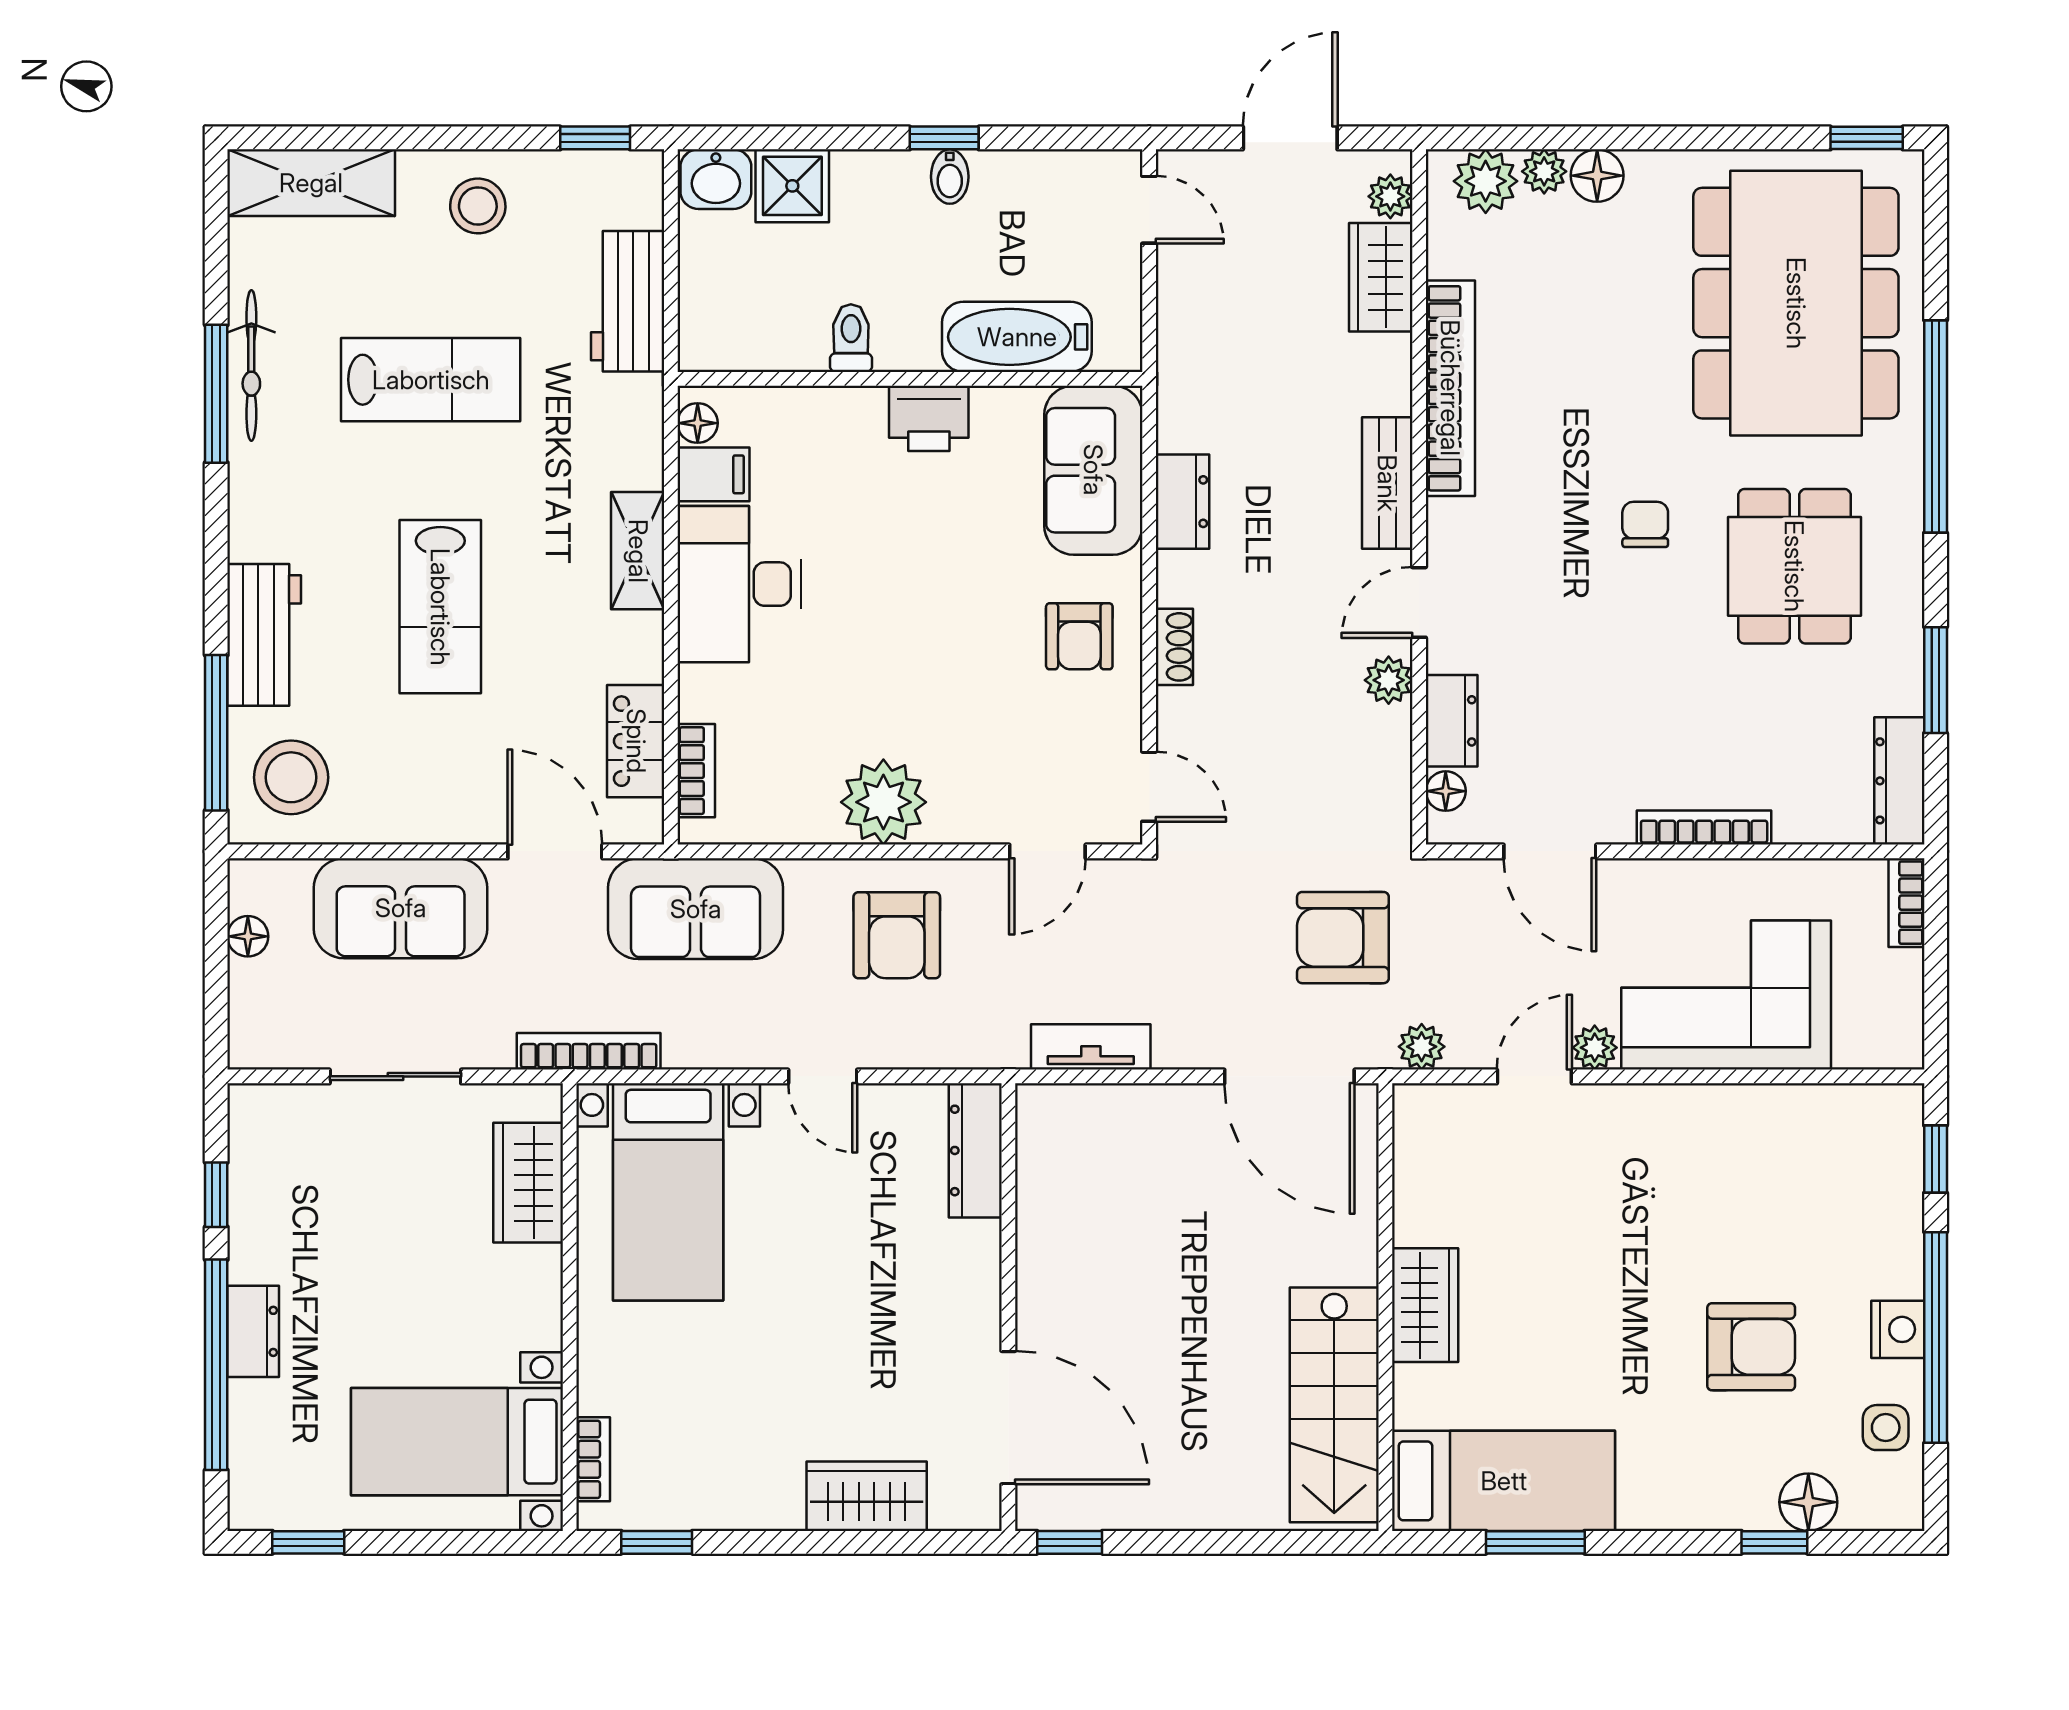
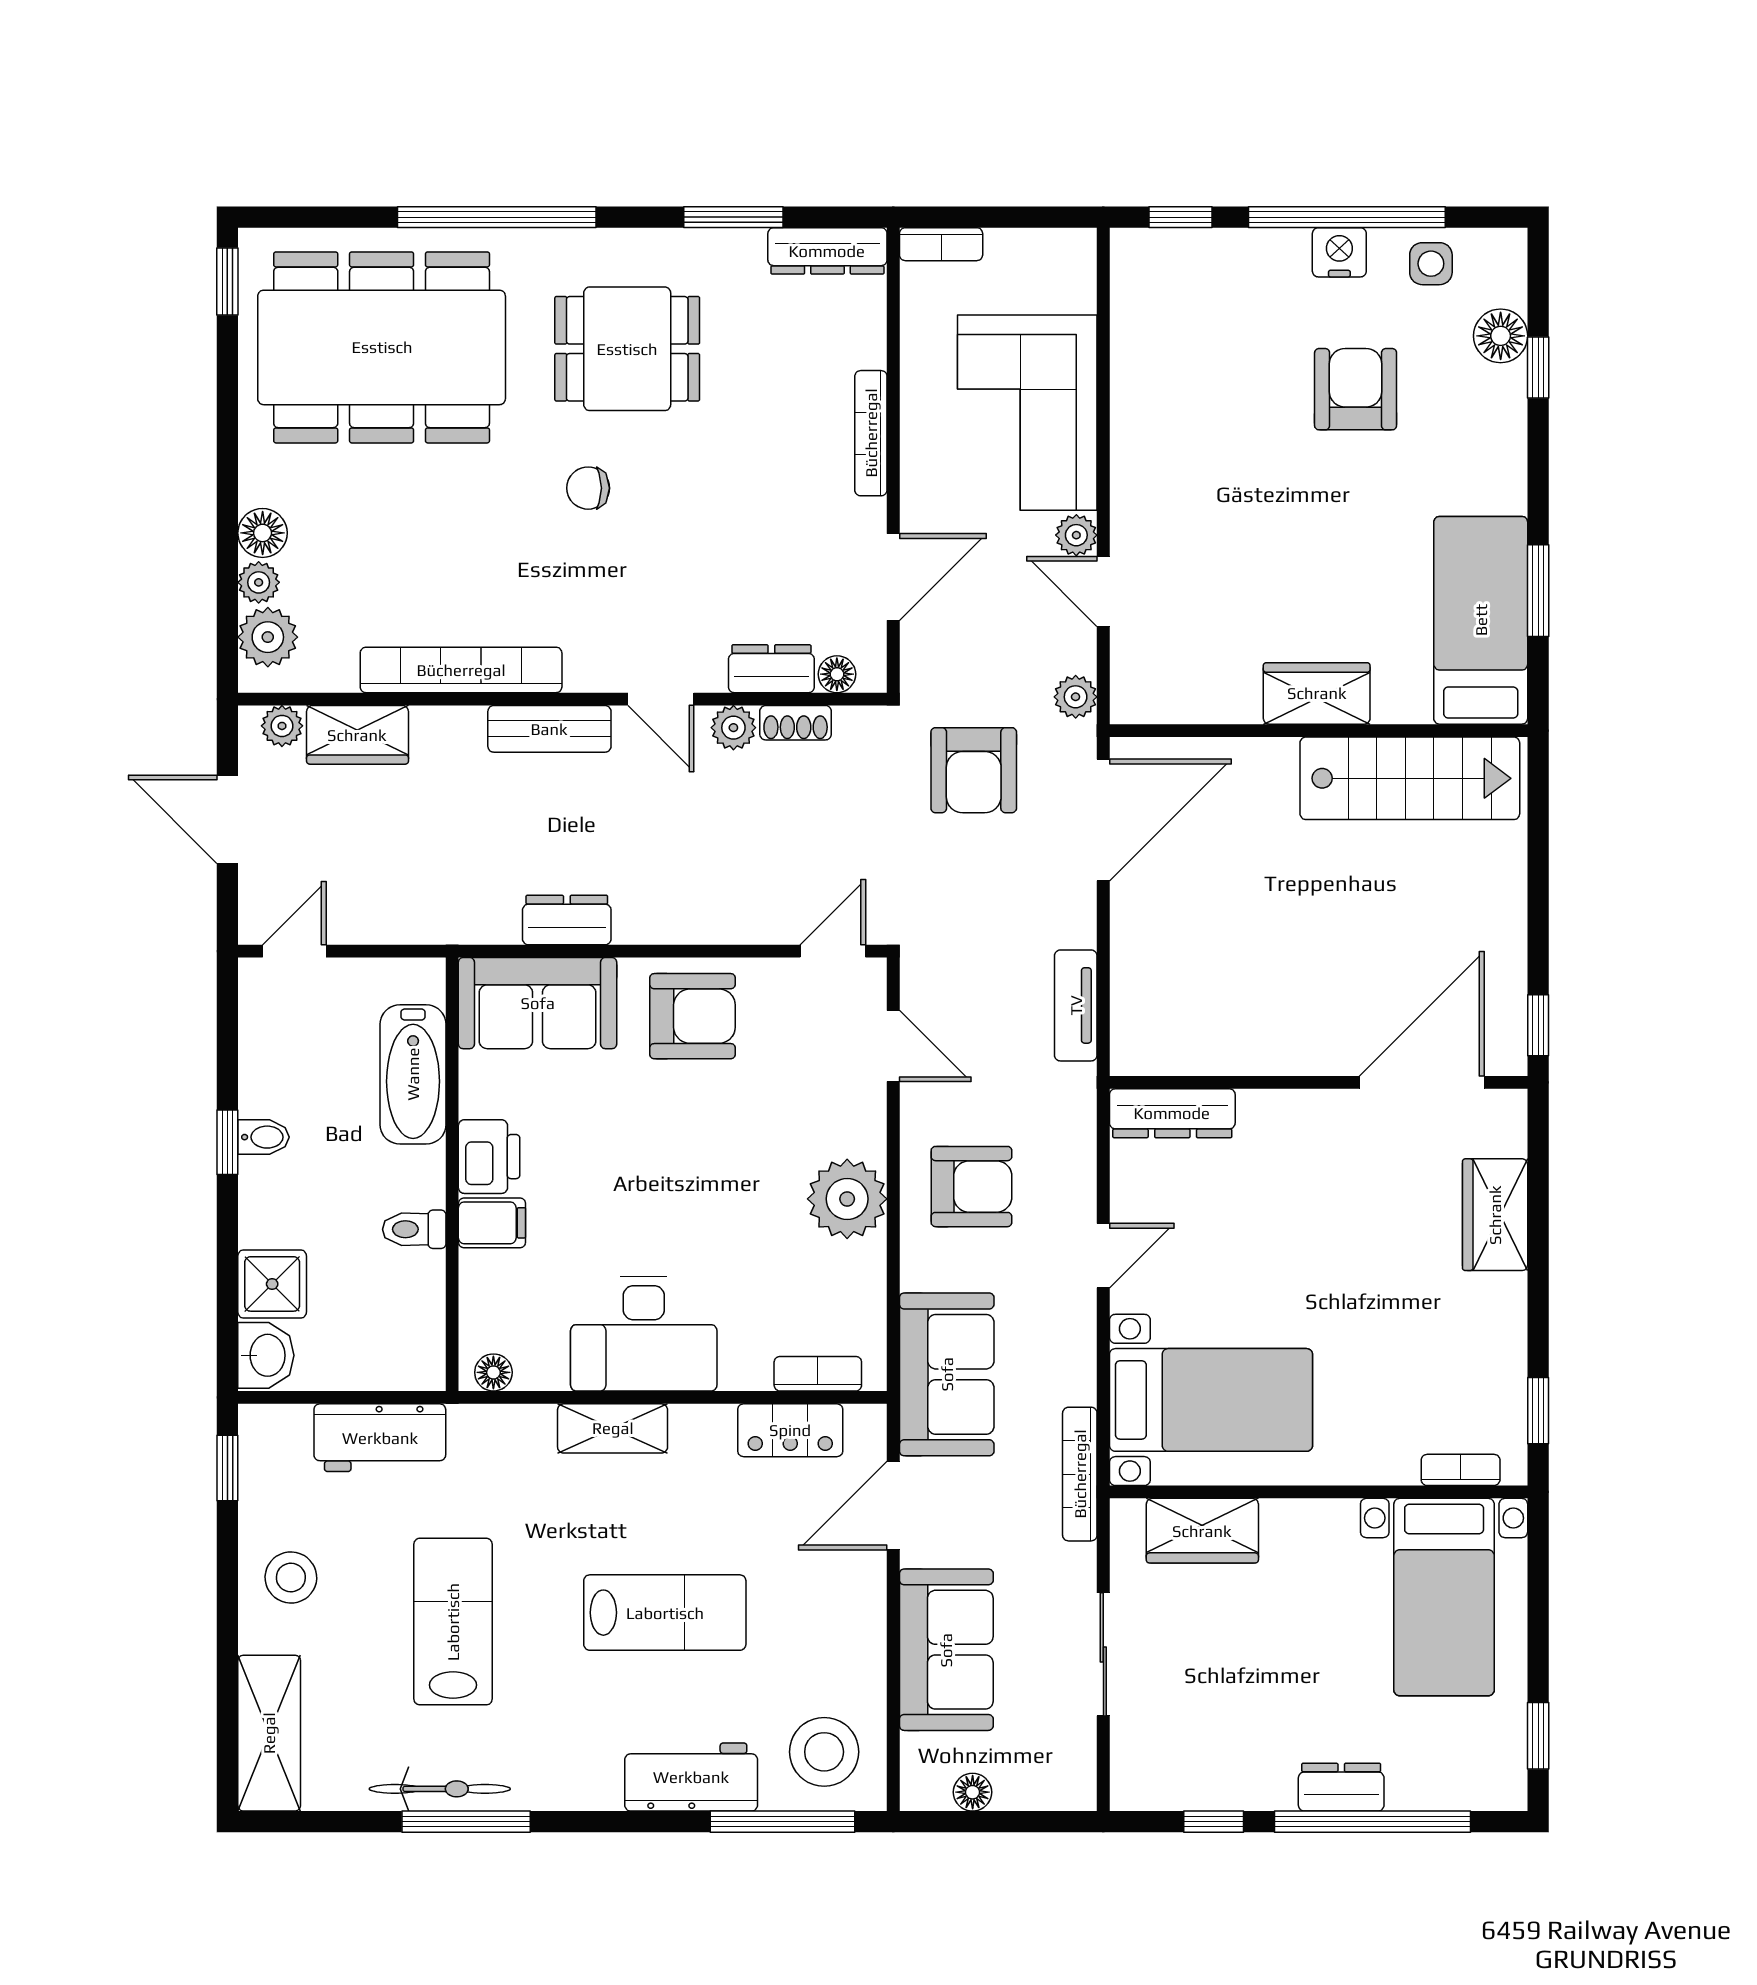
filing cabinet: (713, 474) -> (492, 1223), moved, turned 90
armchair: (1079, 636) -> (692, 1016), width x1.38, depth x1.38
shoe rack: (1174, 647) -> (796, 723), moved, turned 180

